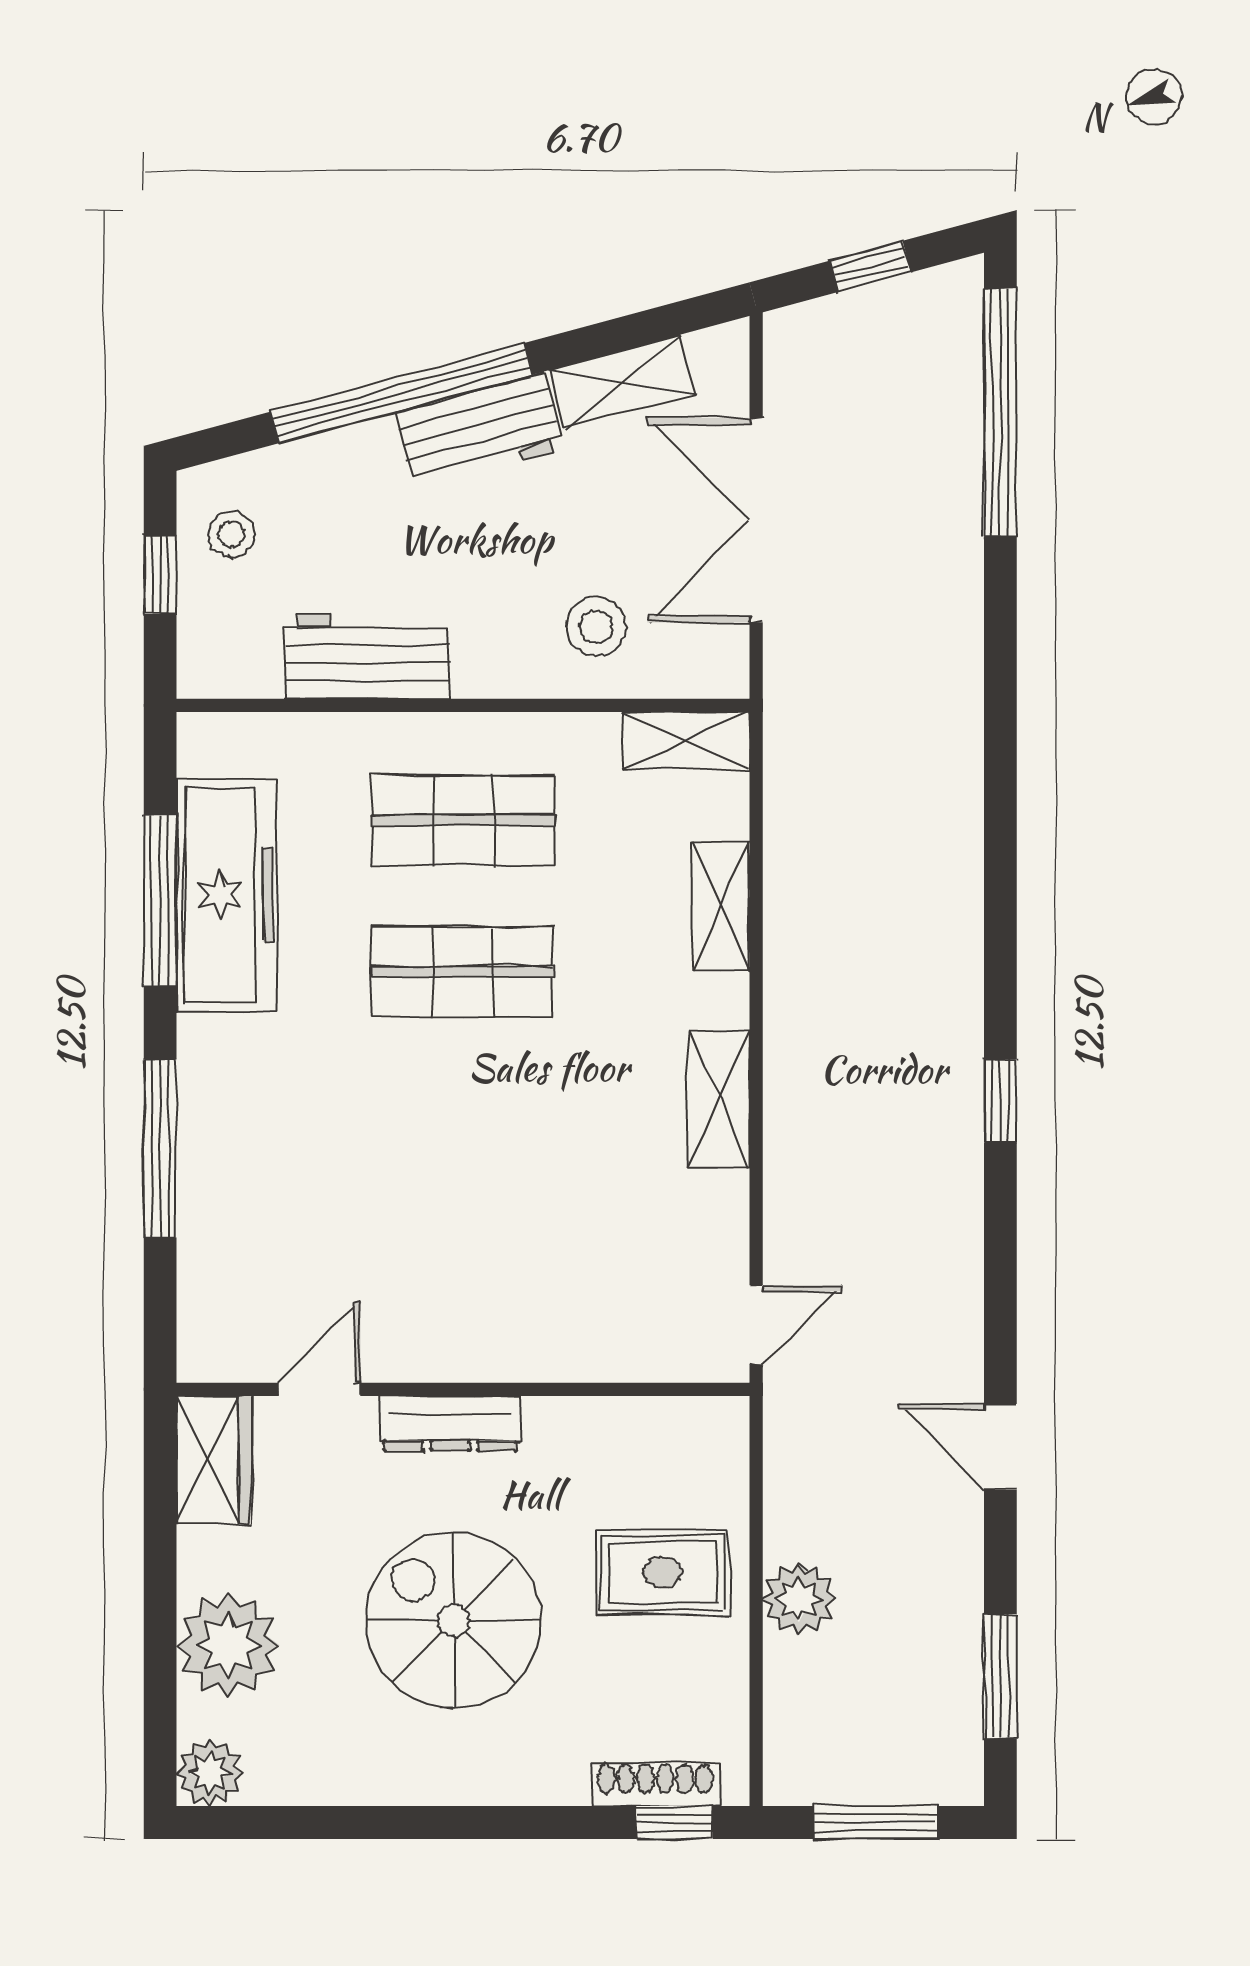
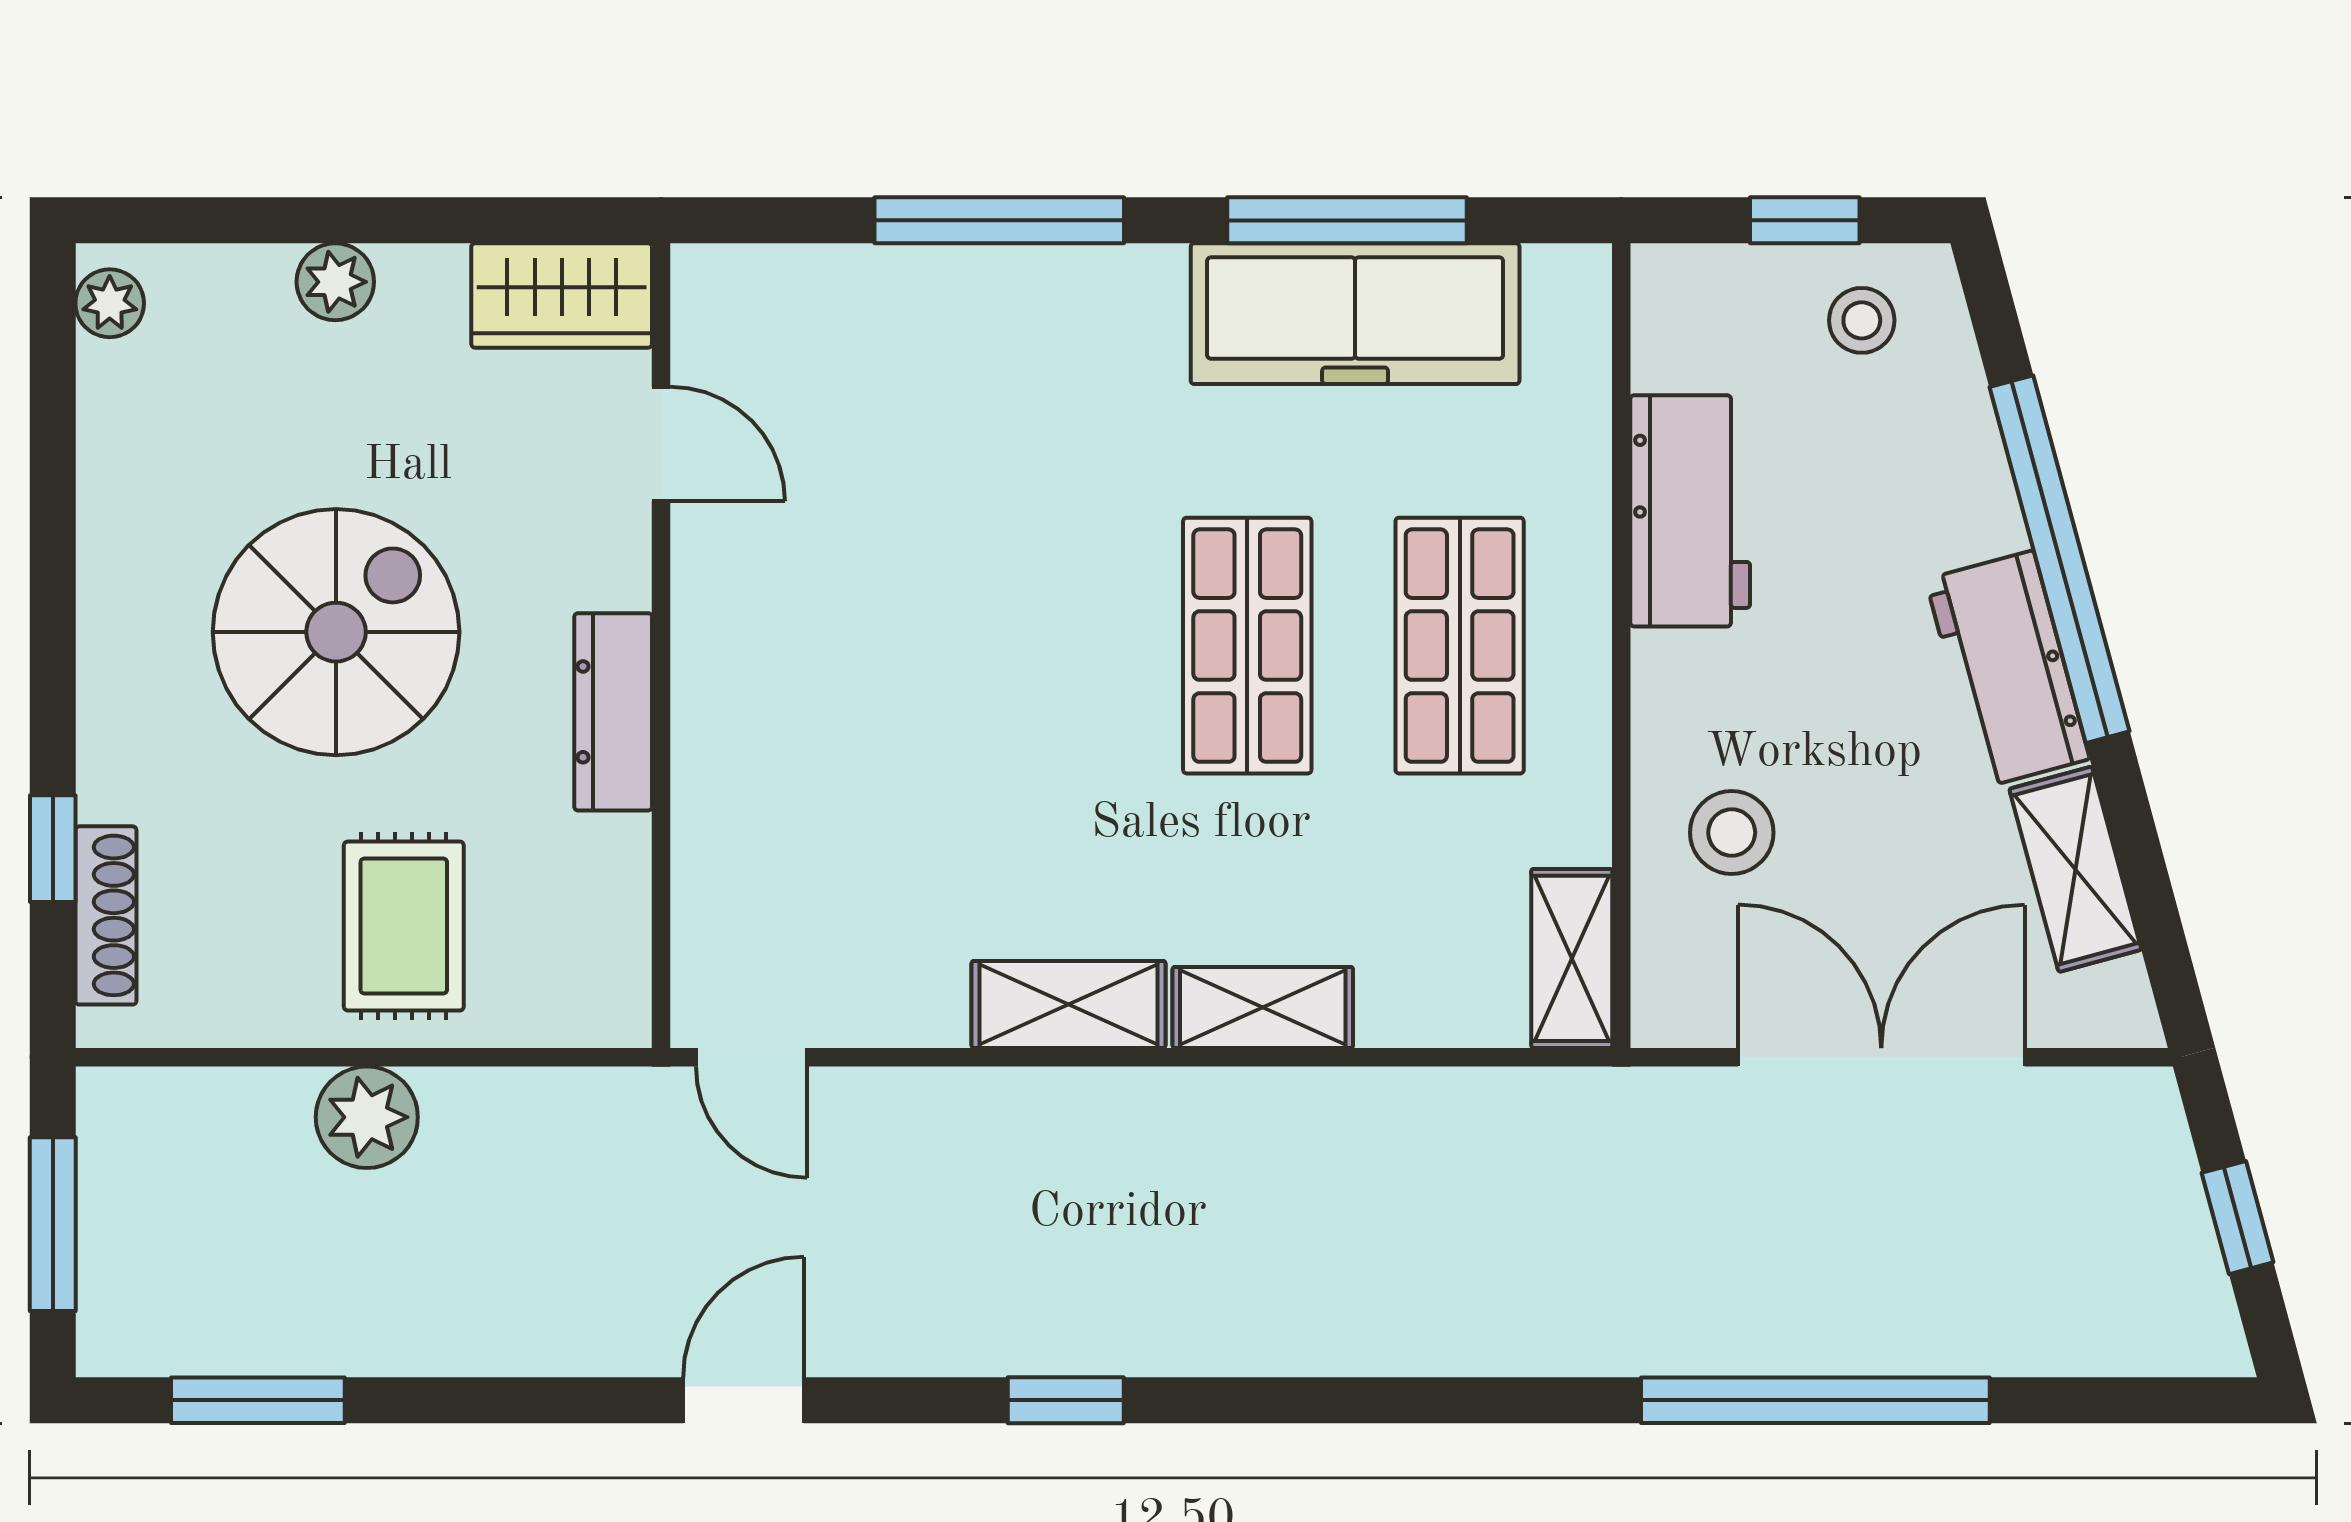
window: (1000, 413) -> (1815, 1400), moved
shelving: (721, 906) -> (1263, 1007), moved
dresser: (450, 1423) -> (613, 712), moved
door: (1000, 1447) -> (744, 1400), moved
plant: (228, 1645) -> (335, 282), width x0.53, depth x0.53
plant: (210, 1773) -> (110, 303), width x0.73, depth x0.73
window: (674, 1822) -> (53, 849), moved

